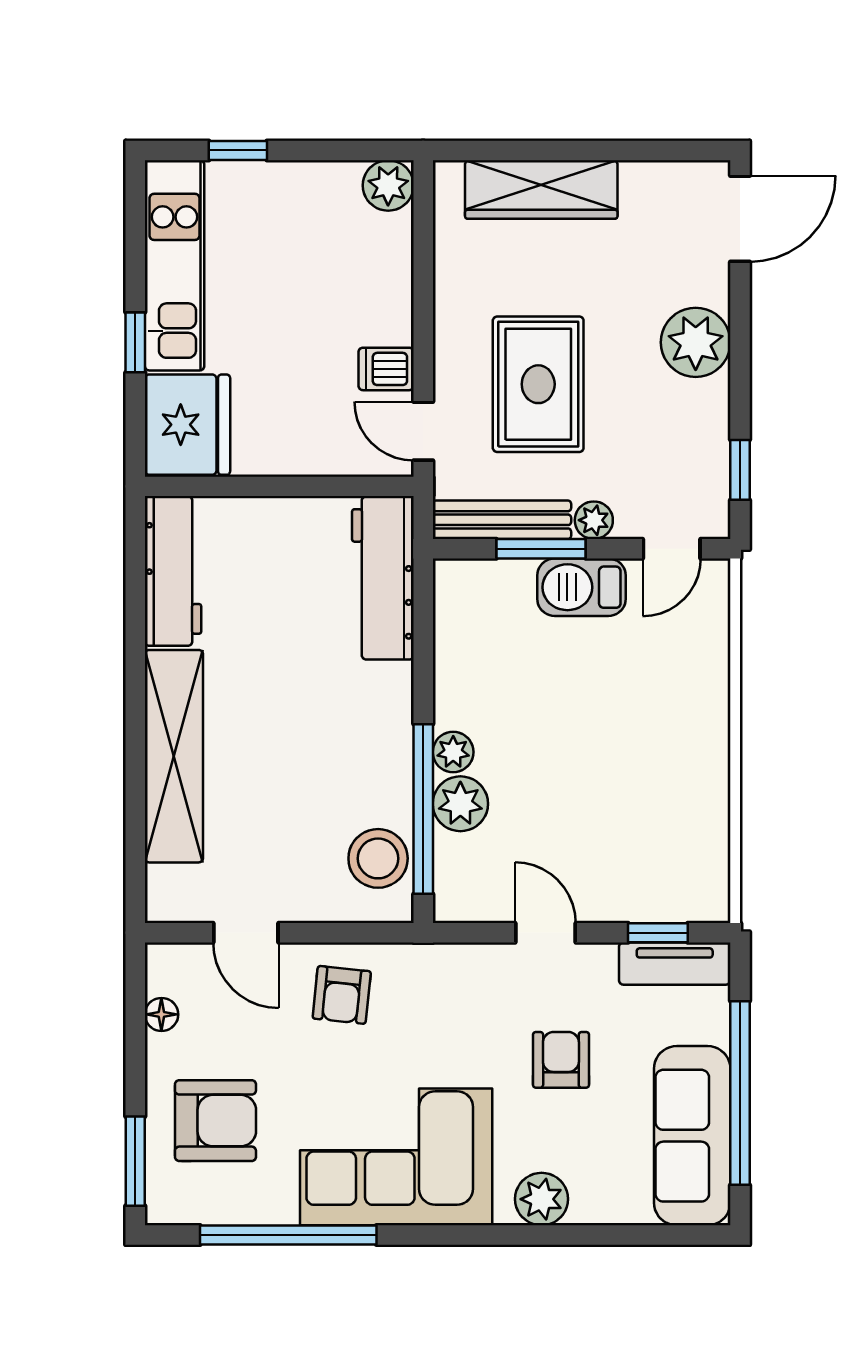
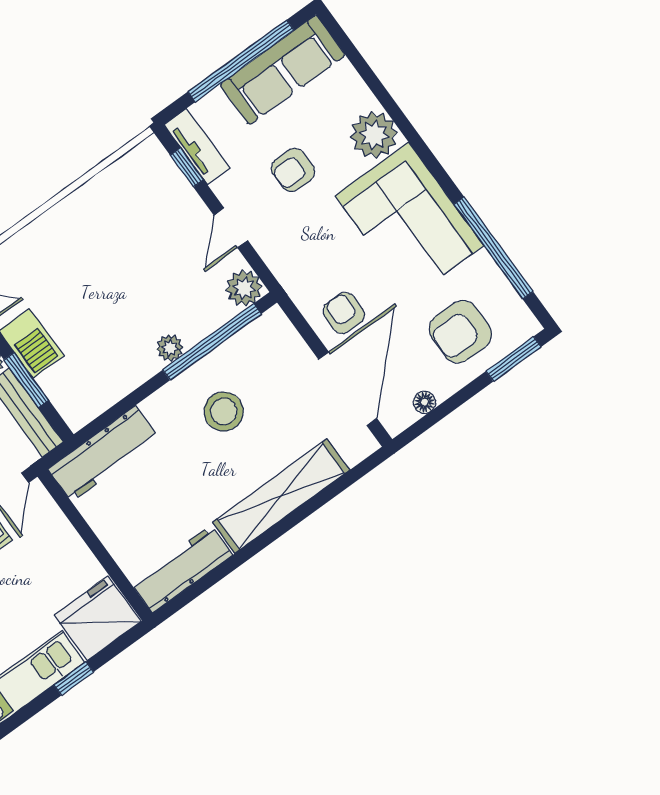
plant: (460, 804) -> (244, 288), moved
stool: (378, 858) -> (224, 412), moved
door: (246, 933) -> (348, 389), width x1.87
armchair: (342, 995) -> (344, 313), turned -96
armchair: (215, 1121) -> (460, 332), turned -90
plant: (542, 1199) -> (374, 135), width x1.36, depth x1.36

